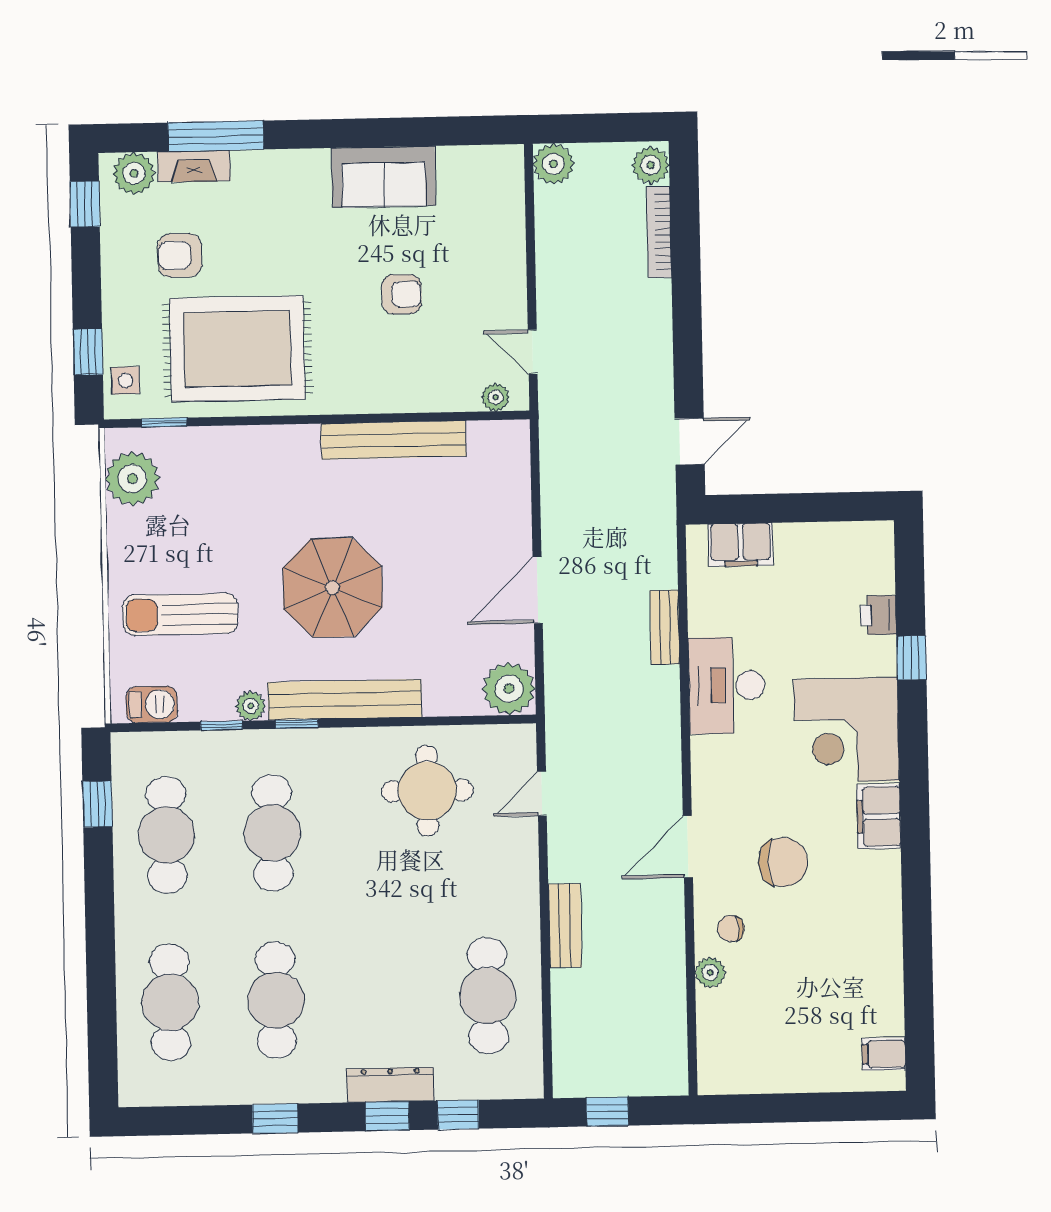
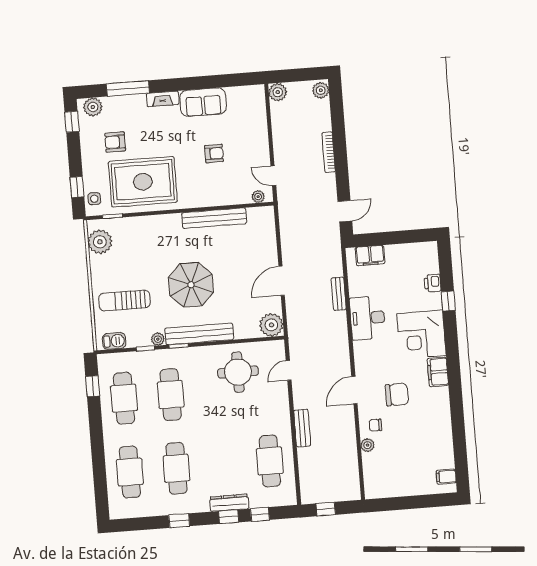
fireplace: (194, 166) -> (163, 99), moved
bookcase: (659, 232) -> (329, 152), moved

